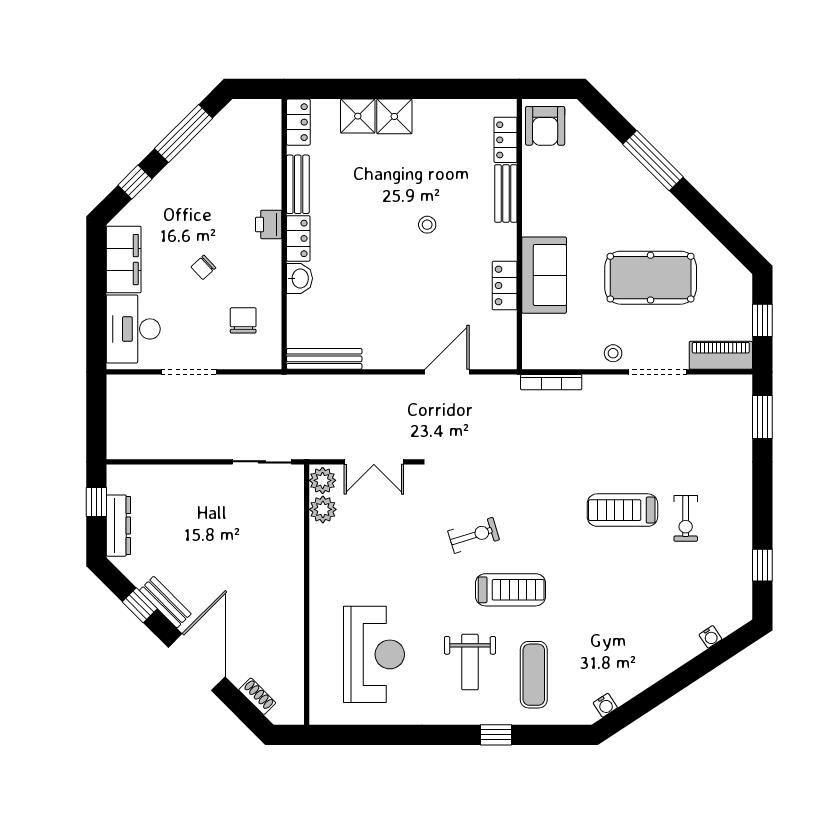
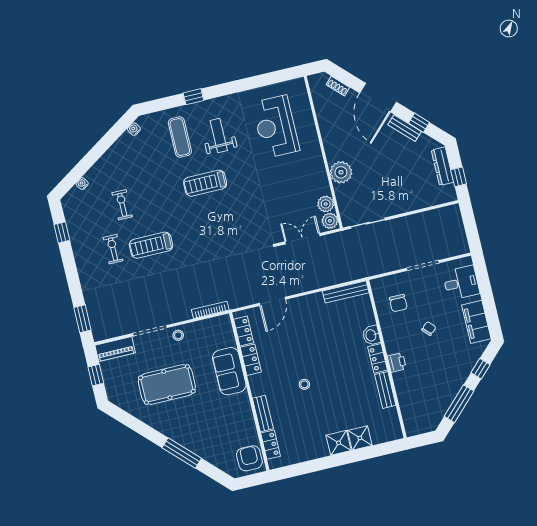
locker: (298, 122) -> (244, 331), moved, turned 180
desk: (133, 329) -> (461, 283), width x0.73
treadmill: (622, 510) -> (151, 245), turned 180
exercise bike: (474, 535) -> (122, 205), moved, turned 107
plant: (286, 555) -> (341, 172), added

